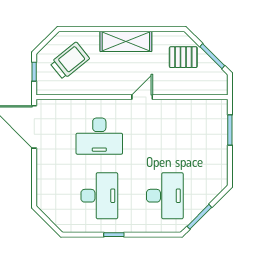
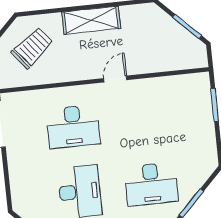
pallet: (183, 57) -> (156, 31), removed
desk: (165, 196) -> (151, 184), turned 90

